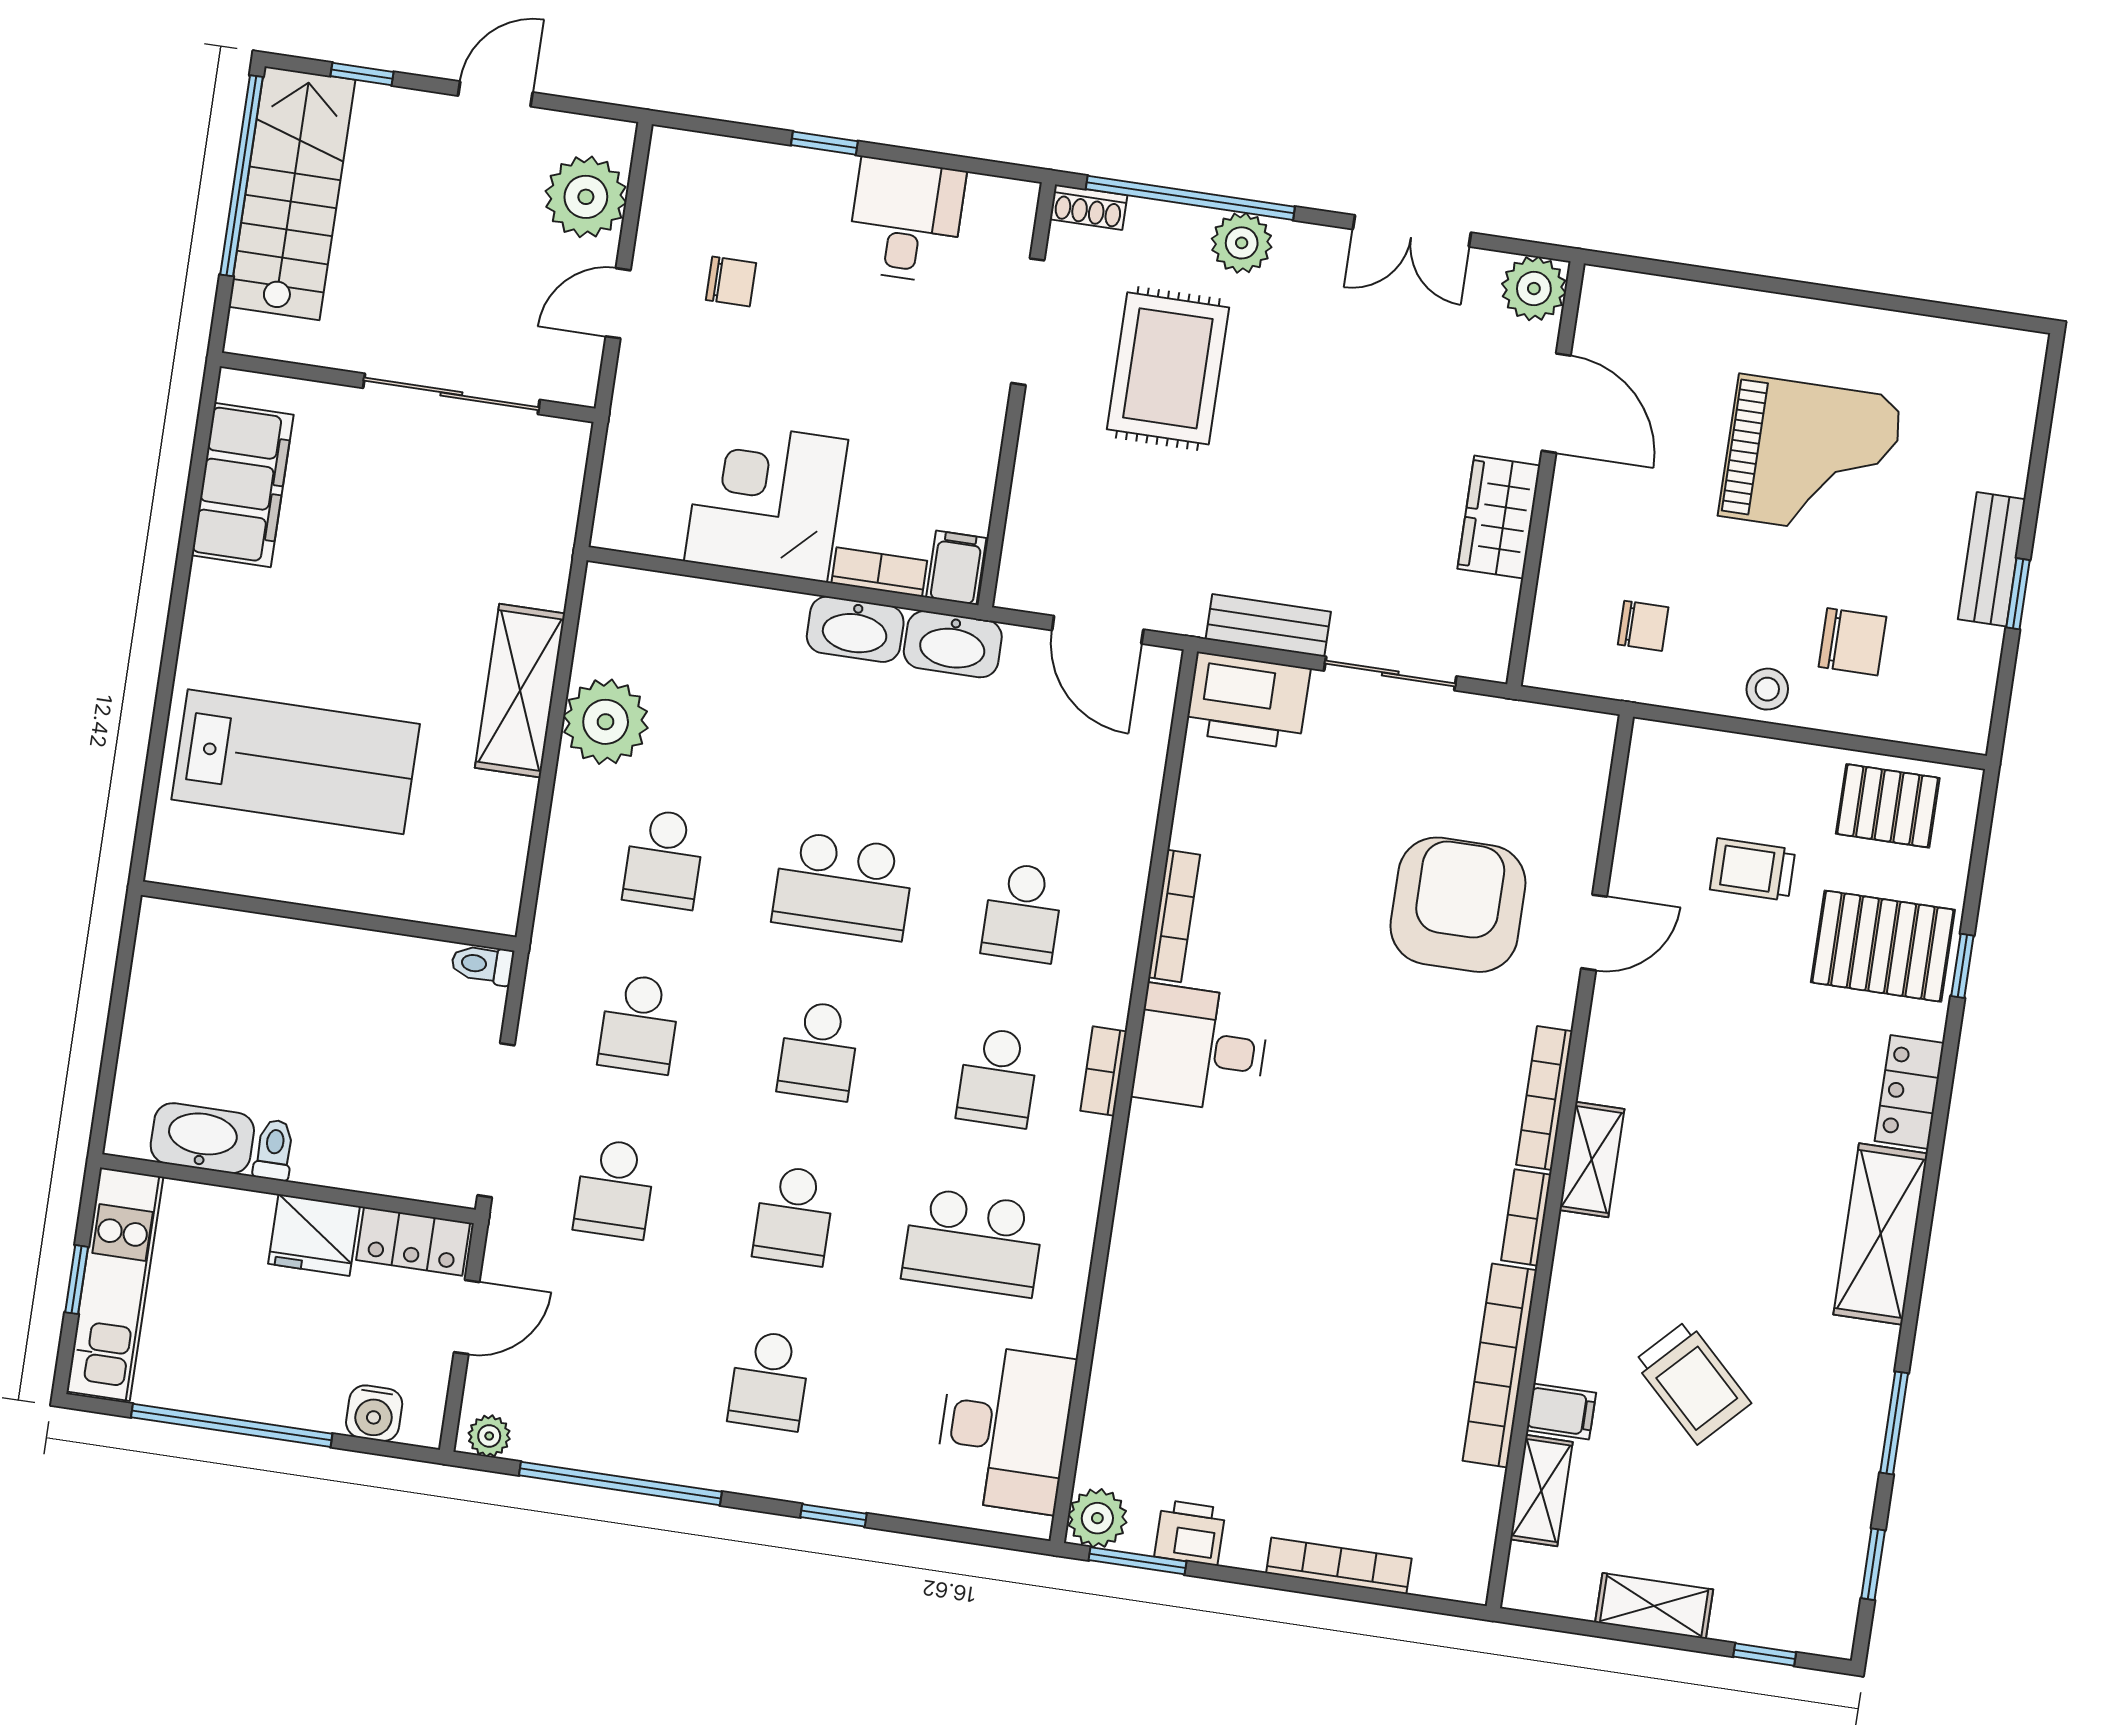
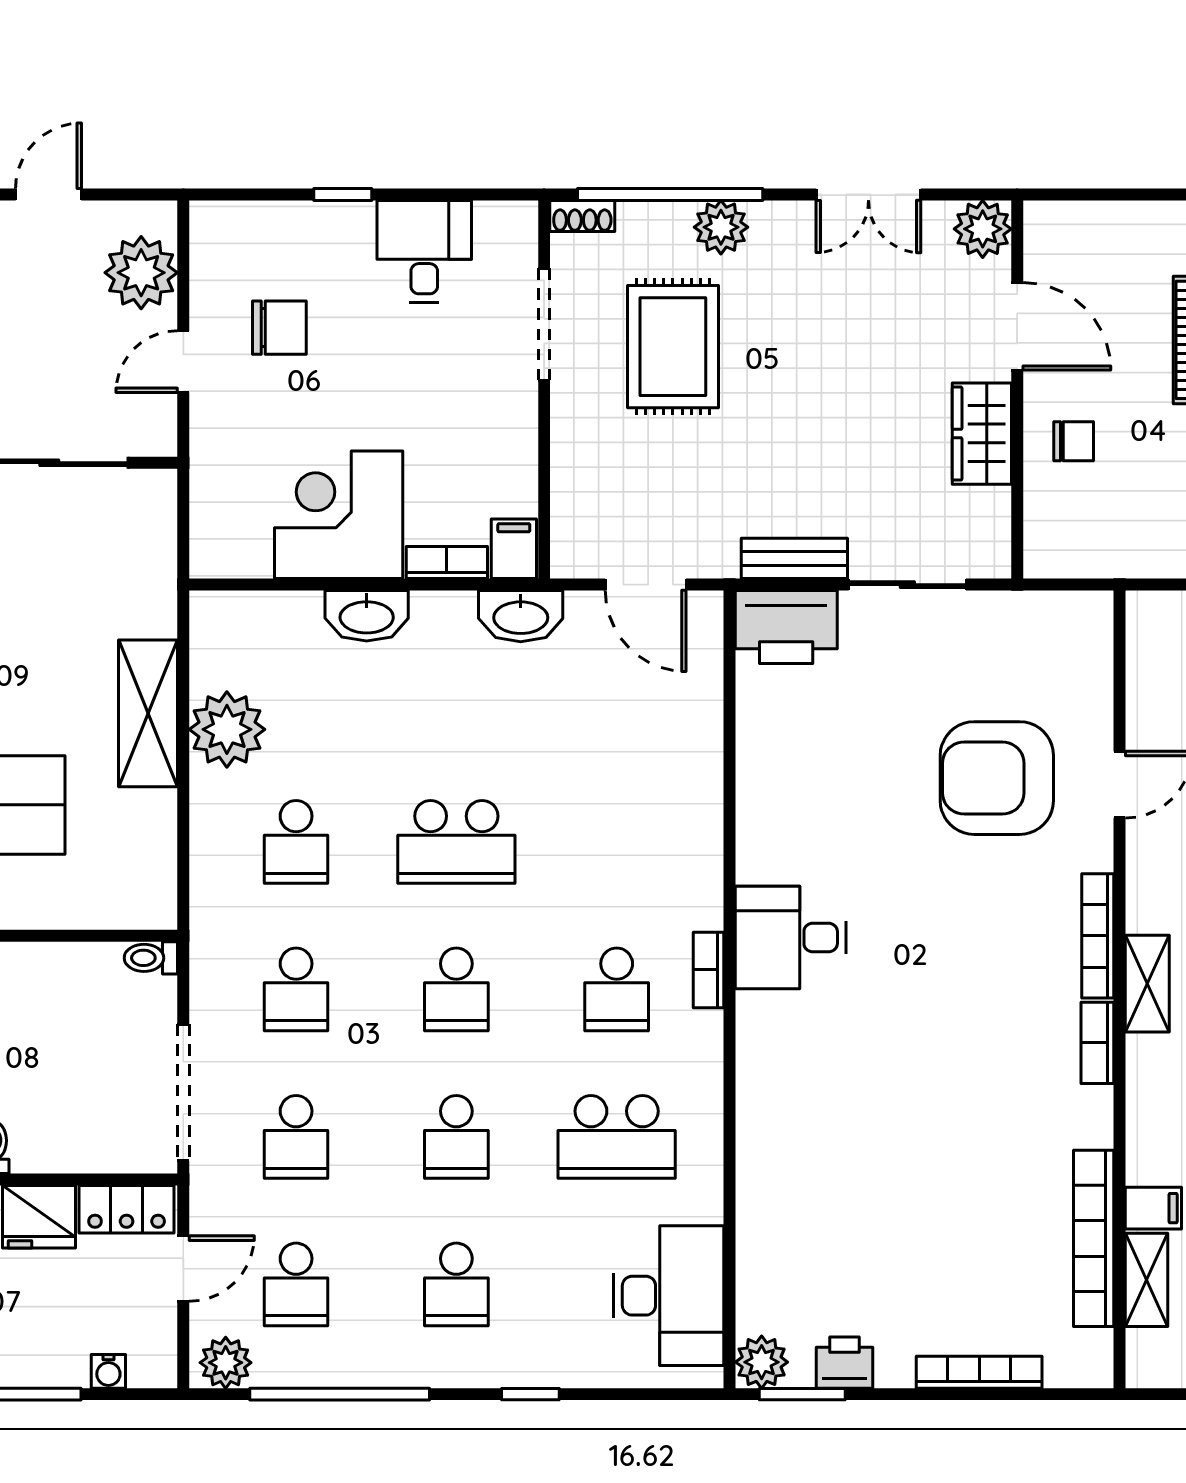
chair: (731, 281) -> (279, 328), width x1.37, depth x1.37
chair: (1643, 626) -> (1074, 441), moved
washbasin: (855, 629) -> (367, 616), moved
armchair: (1458, 905) -> (997, 778), turned -90
school desk: (1022, 912) -> (296, 1284), moved
bookcase: (1174, 916) -> (750, 825), removed
bookcase: (1500, 1365) -> (1094, 1238), moved
water cooler: (374, 1413) -> (108, 1371), width x0.72, depth x0.72
plant: (489, 1436) -> (226, 1363), width x1.38, depth x1.38

